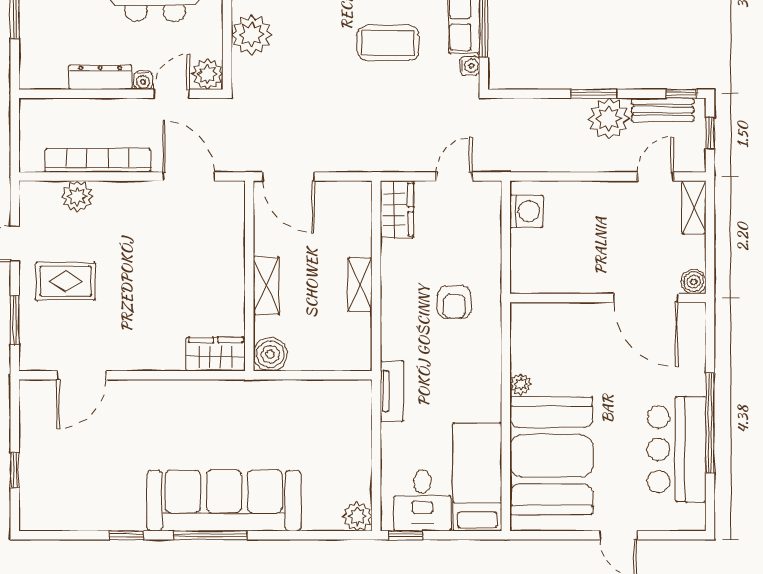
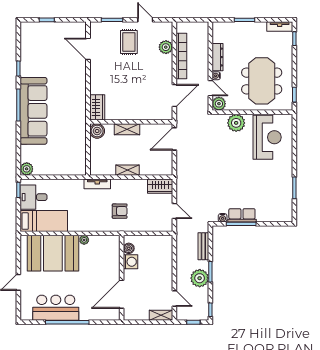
coffee table: (388, 43) -> (232, 182), removed
bench: (663, 110) -> (203, 246), moved
washing machine: (526, 211) -> (131, 262), moved, turned -90
boiler: (694, 282) -> (129, 248), moved
armchair: (454, 302) -> (120, 211), turned 180
tv unit: (392, 391) -> (97, 184), moved

